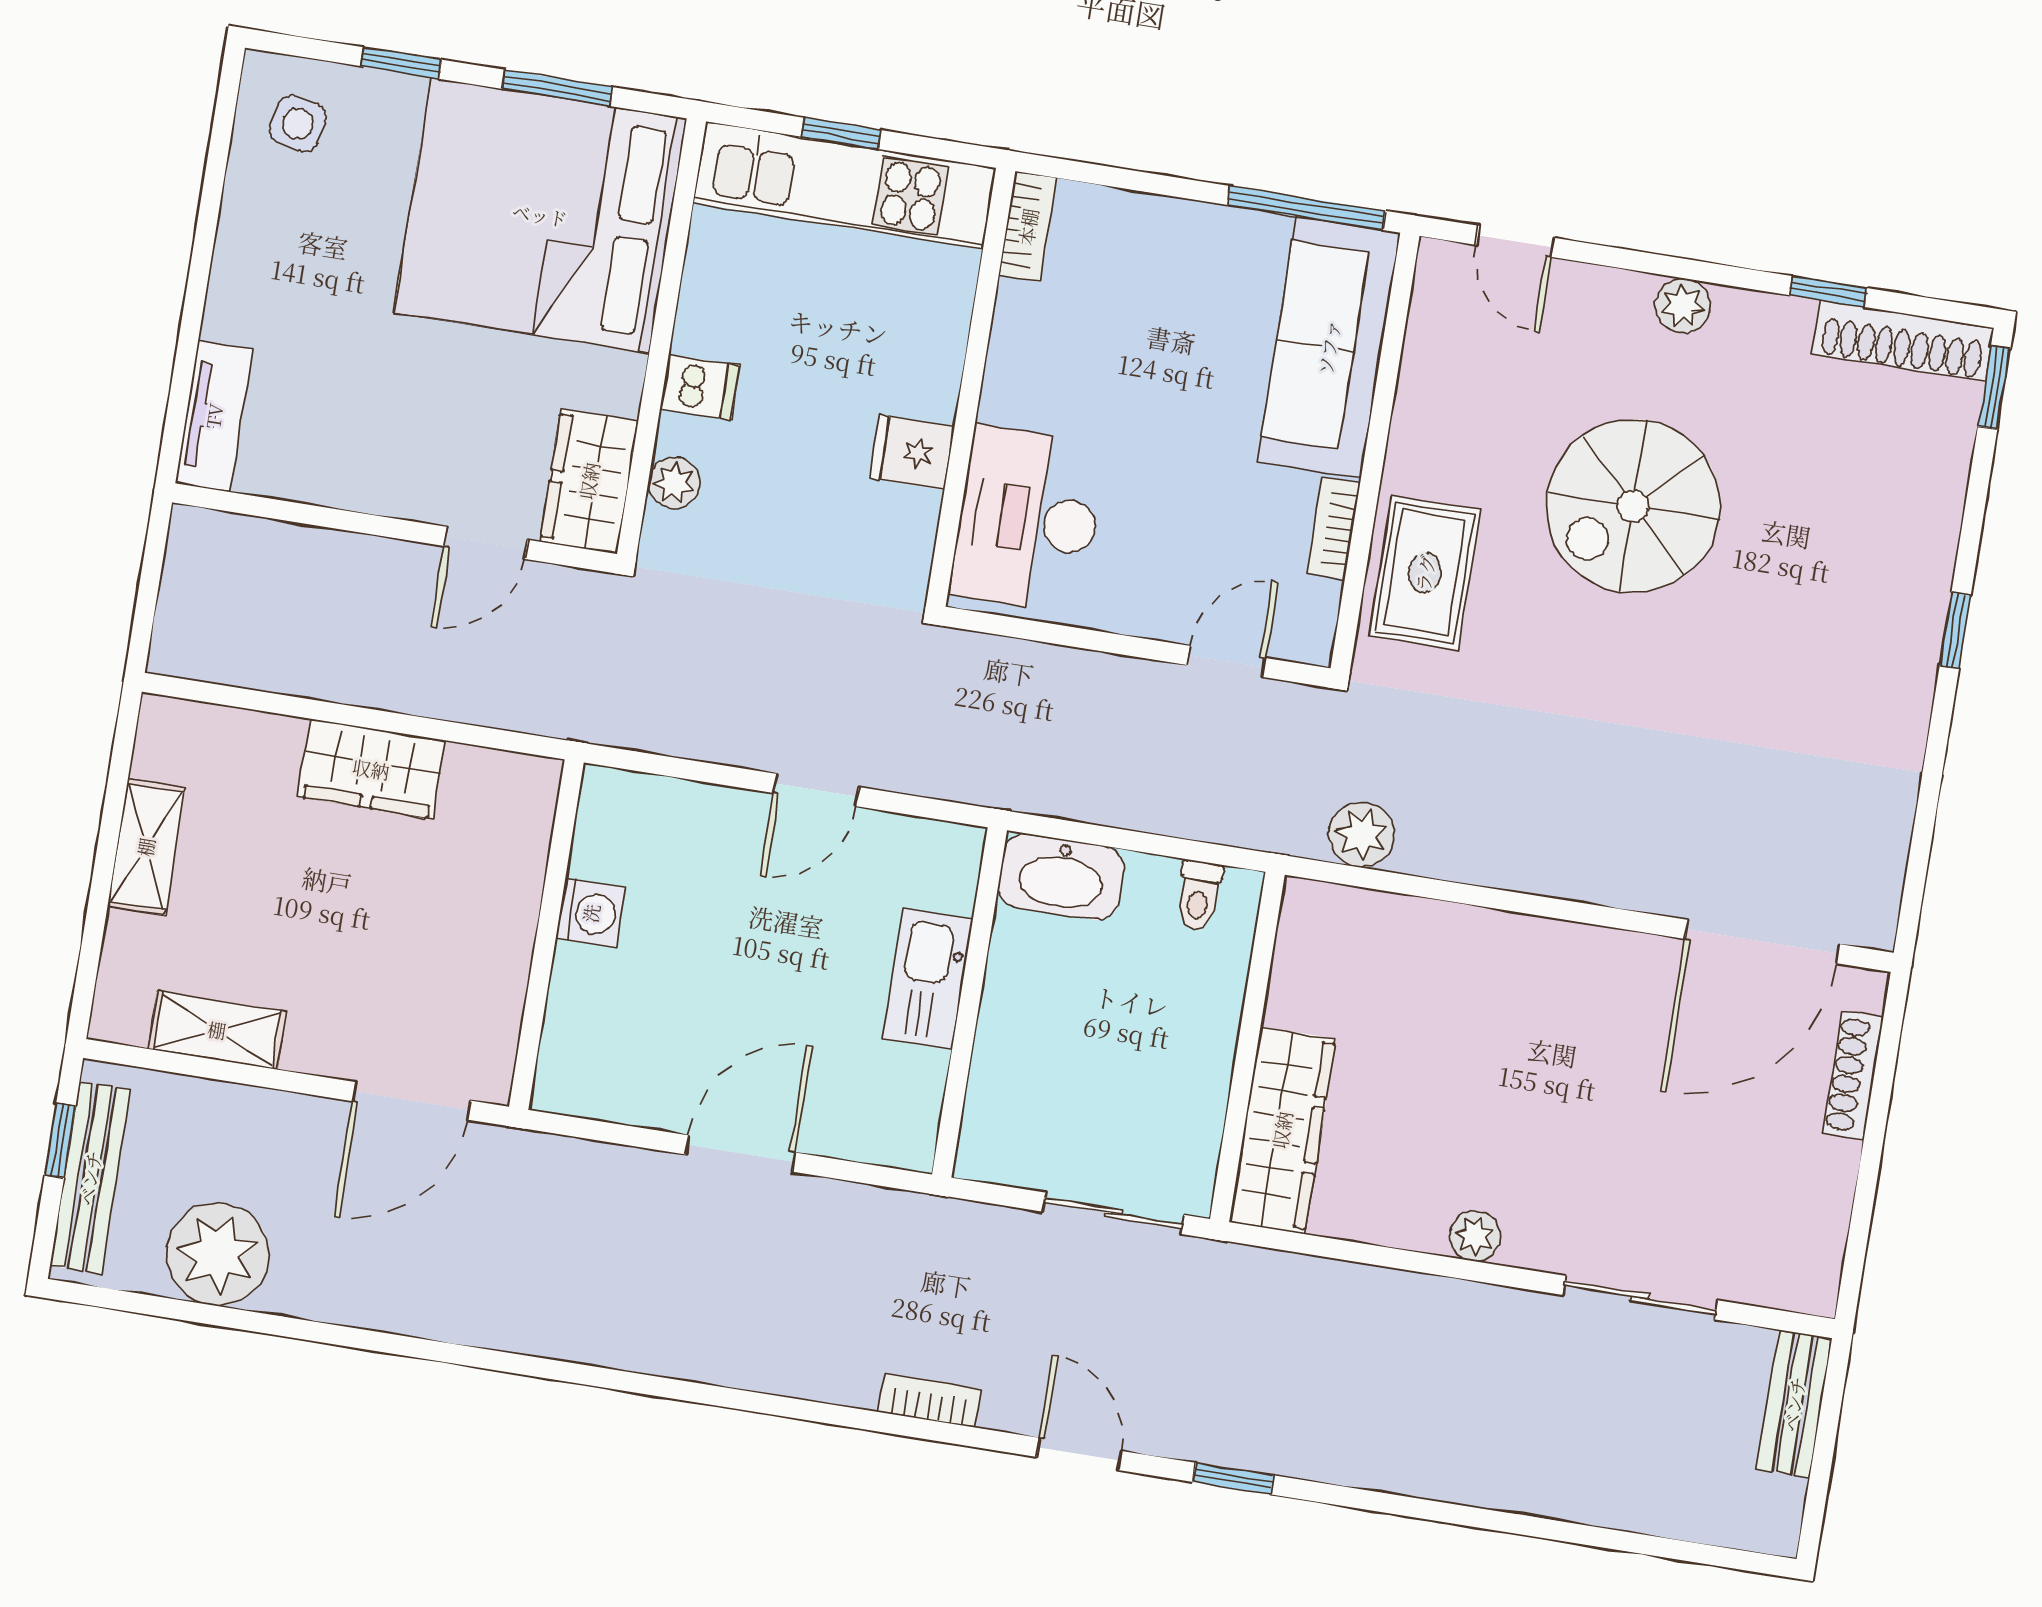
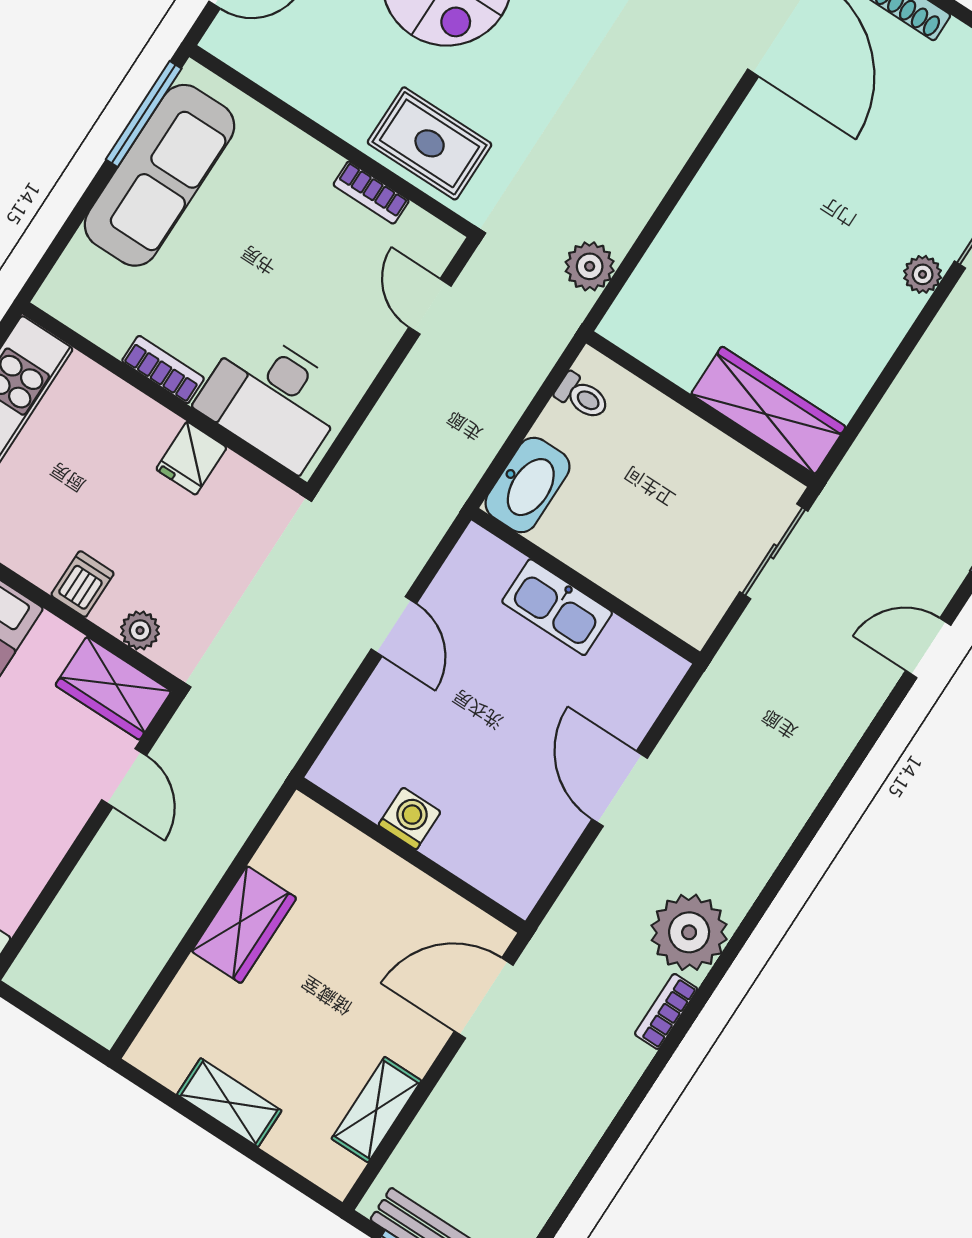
bookcase: (1028, 227) -> (163, 370), moved
sofa: (1329, 347) -> (160, 175), moved, turned -90
door: (411, 1101) -> (484, 998), swing flipped
plant: (1475, 1236) -> (923, 274), moved
plant: (218, 1254) -> (689, 932), moved
bookcase: (930, 1400) -> (666, 1011), moved

